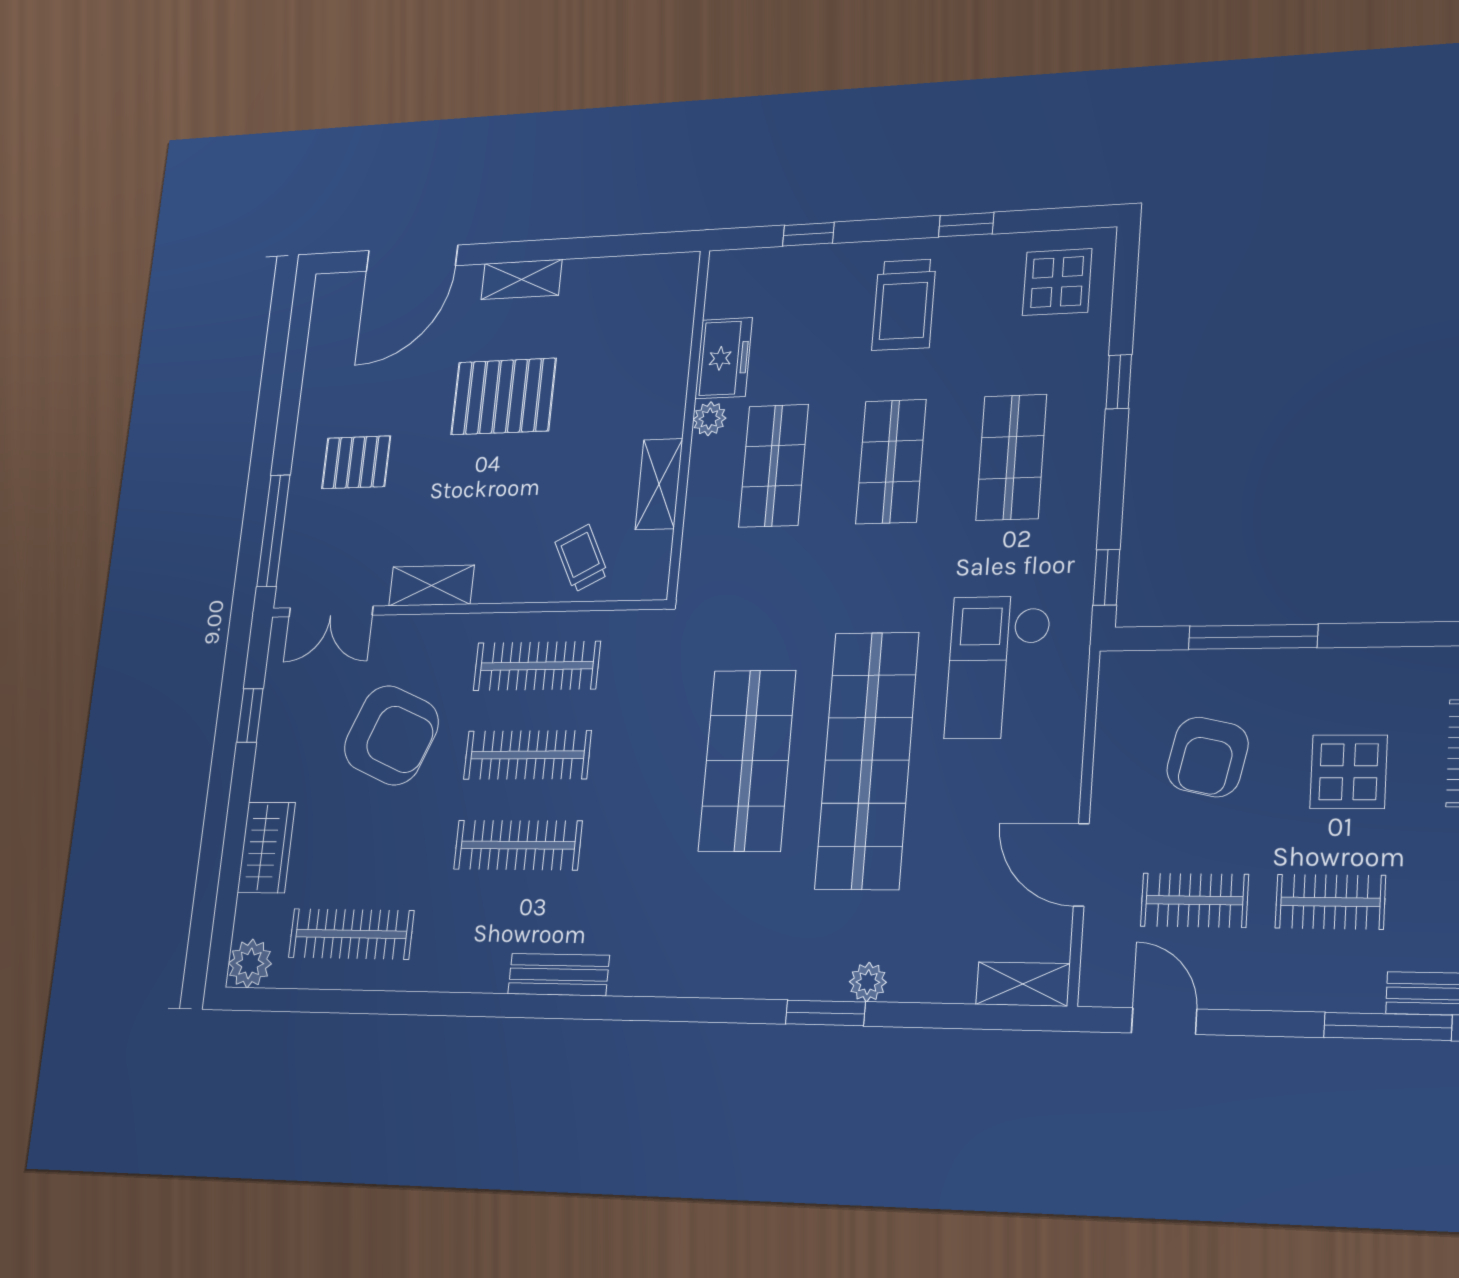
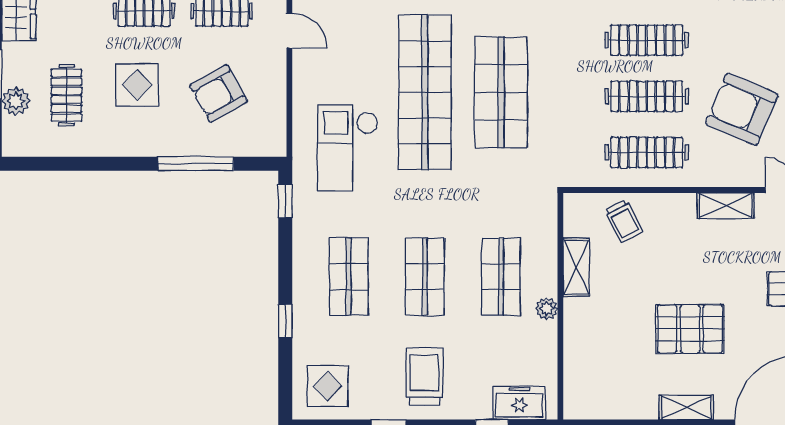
freezer: (724, 358) -> (519, 403), moved, turned 90
checkout: (998, 667) -> (348, 148), turned 180
armchair: (1208, 757) -> (219, 94), turned -131
door: (1081, 865) -> (289, 31), width x0.73

